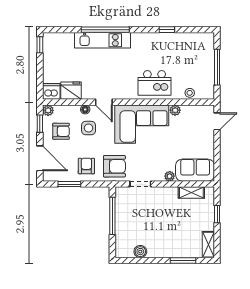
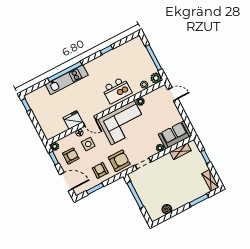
dishwasher: (51, 91) -> (50, 132), removed
fridge: (71, 91) -> (73, 120), moved
plant: (207, 92) -> (156, 78), added
door: (217, 121) -> (173, 94), hinge flipped

